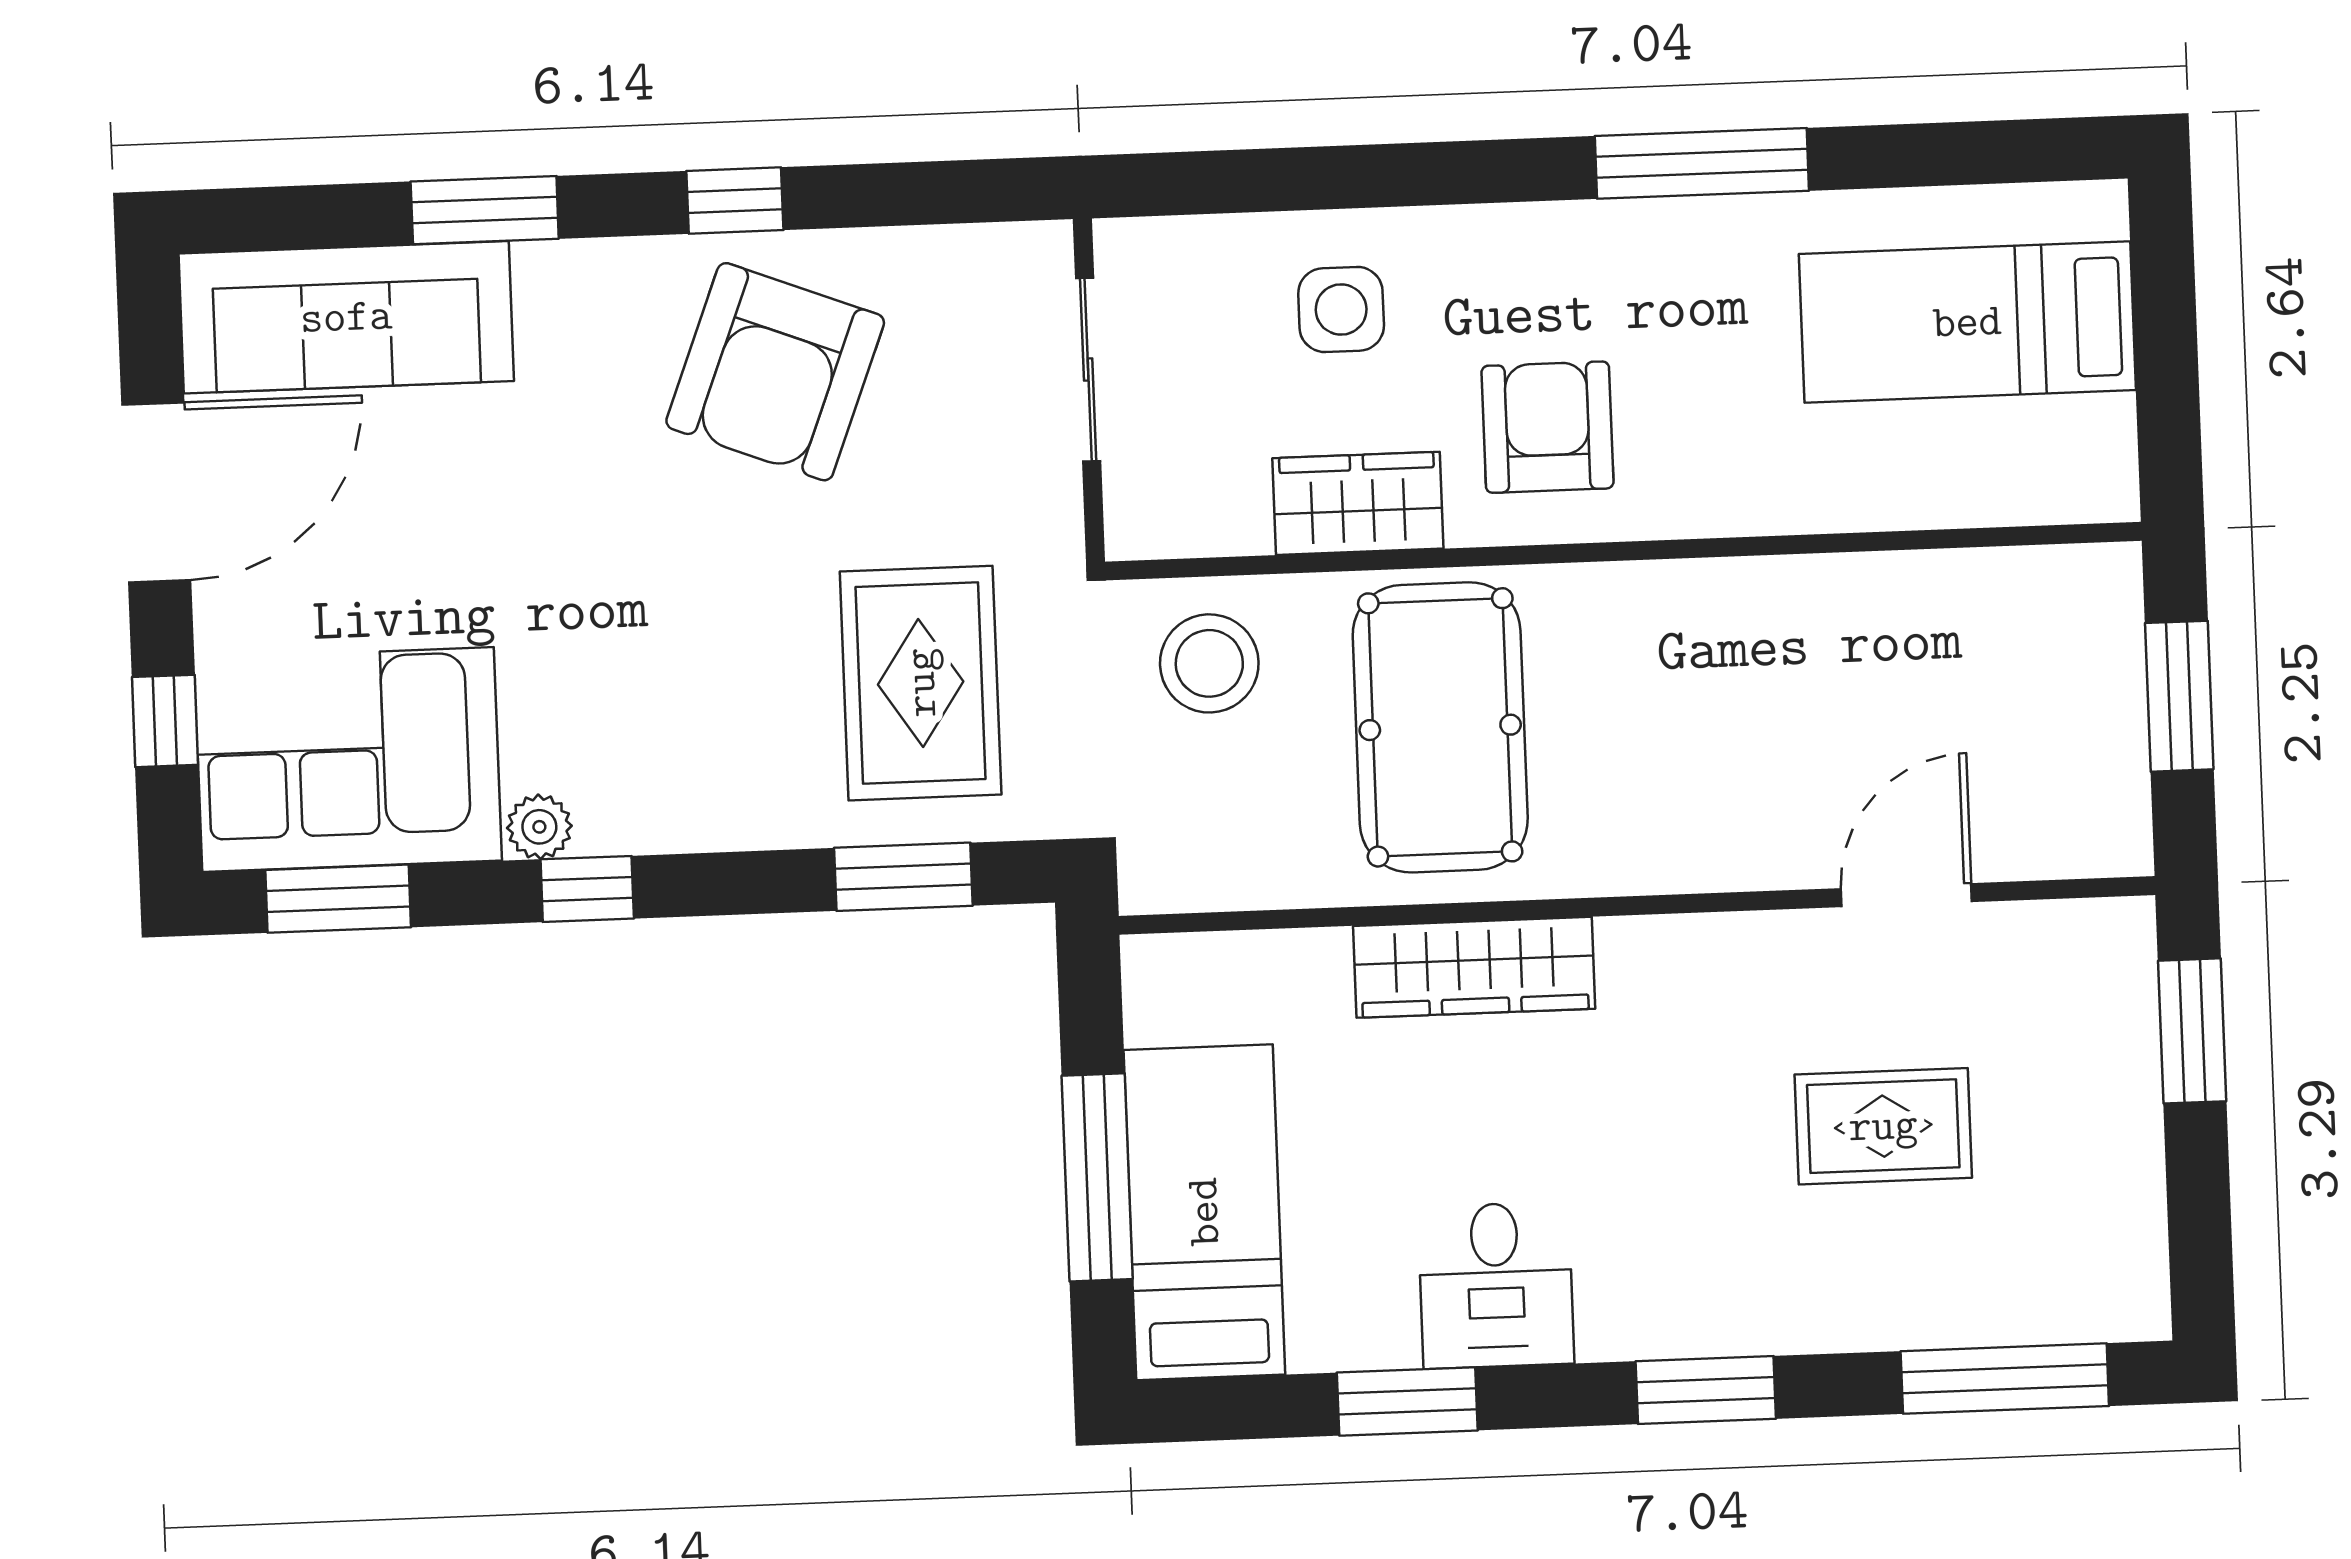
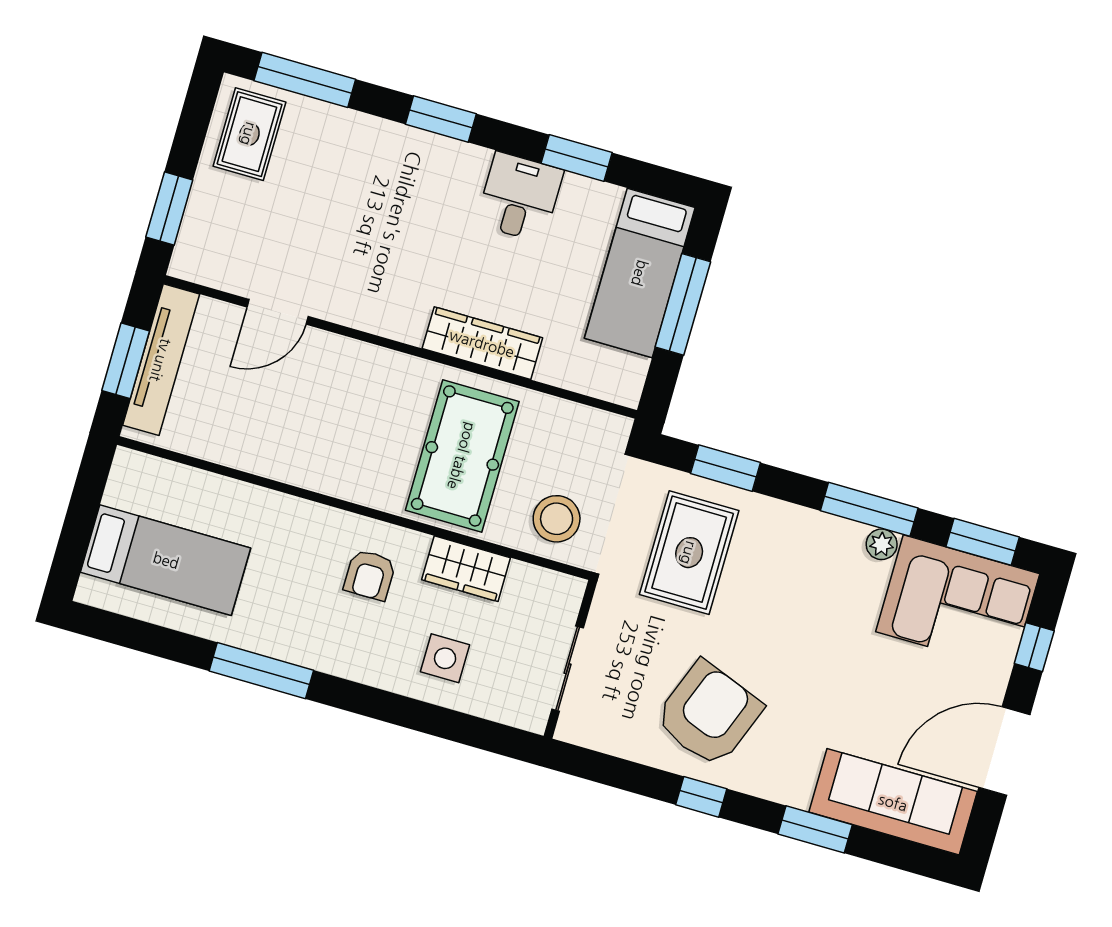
armchair: (1547, 427) -> (370, 575), width x0.72, depth x0.72
tv unit: (2109, 722) -> (161, 360), added
window: (587, 889) -> (869, 509), width x2.17
rug: (1883, 1126) -> (249, 134), moved, turned 90

